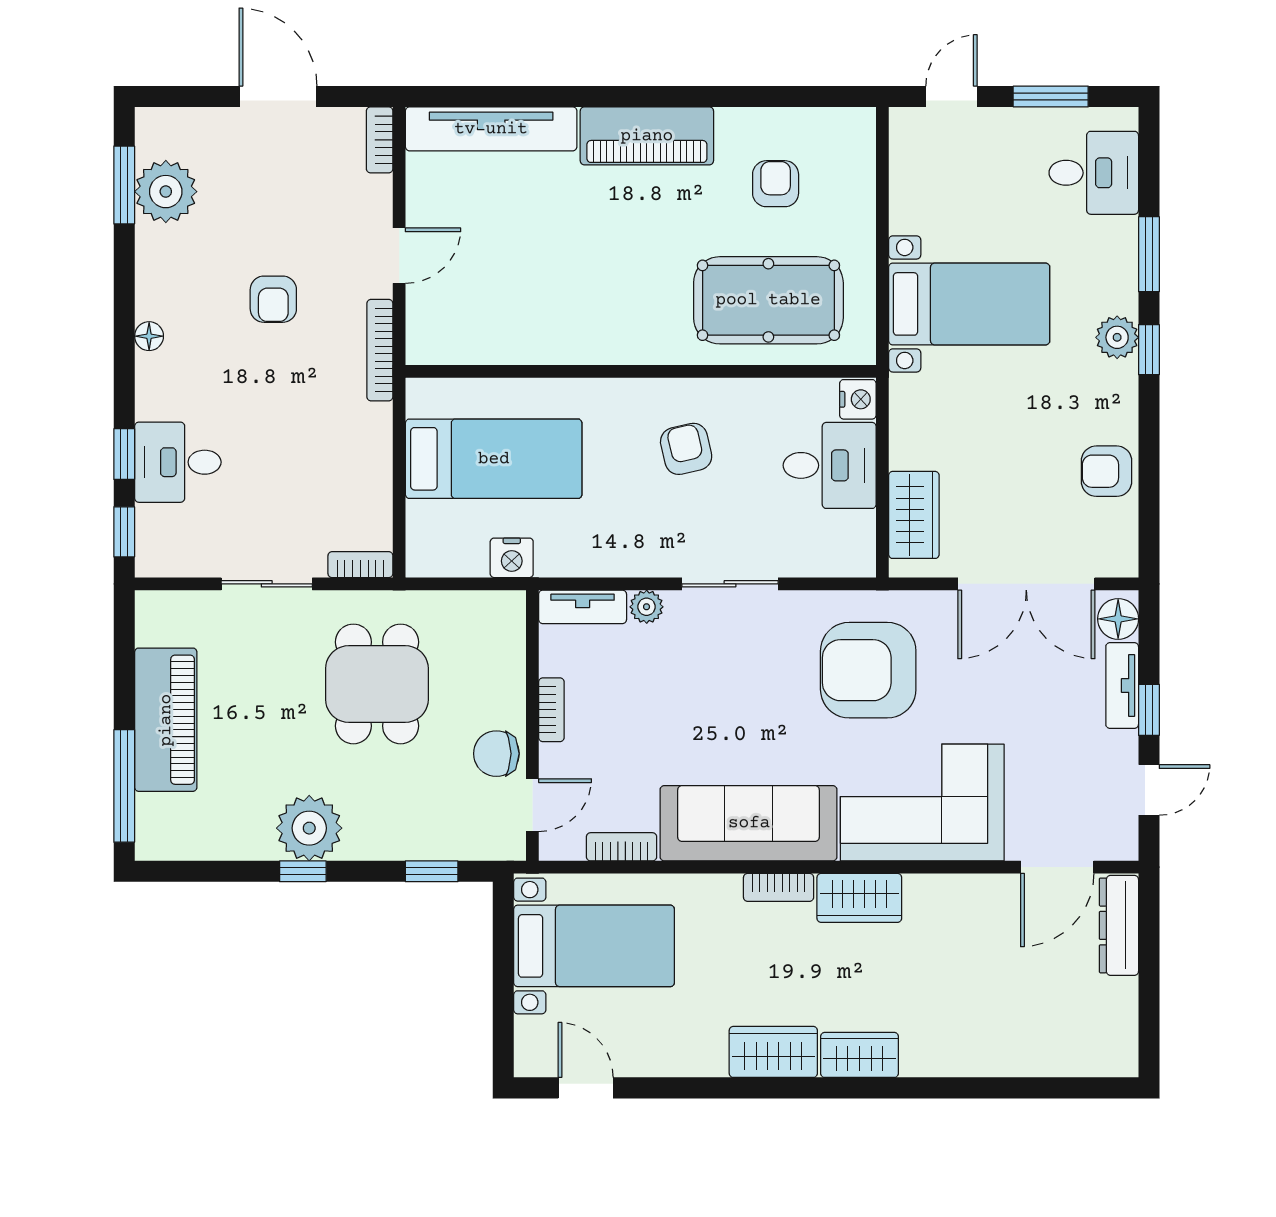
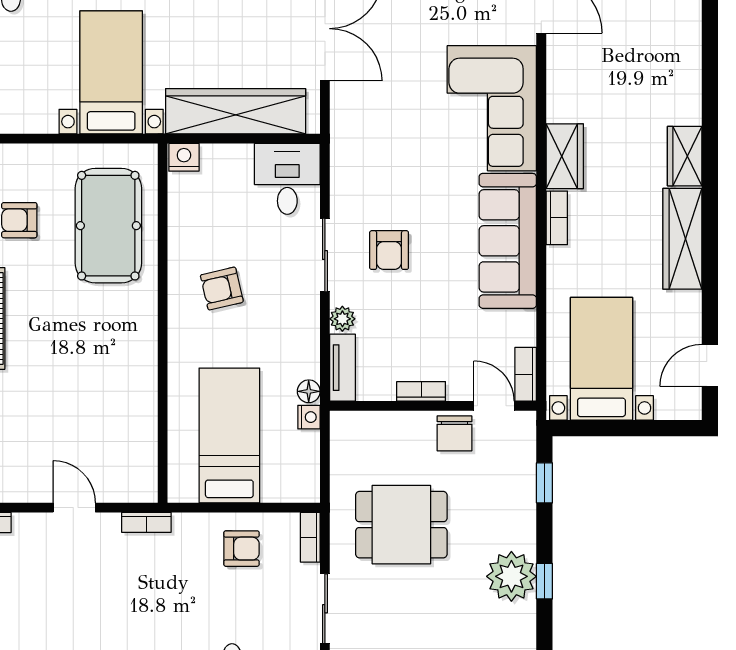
armchair: (273, 299) -> (242, 549), moved
bookcase: (380, 350) -> (146, 522), width x0.64
desk: (830, 465) -> (287, 179), moved
wardrobe: (914, 515) -> (236, 111), width x2.10, depth x1.17
nightstand: (512, 558) -> (309, 417), width x0.72, depth x0.74
floor lamp: (551, 563) -> (309, 391), added
armchair: (868, 670) -> (389, 250), moved, width x0.53, depth x0.53
bookcase: (622, 847) -> (526, 374), moved
wardrobe: (773, 1052) -> (682, 239), width x1.50

